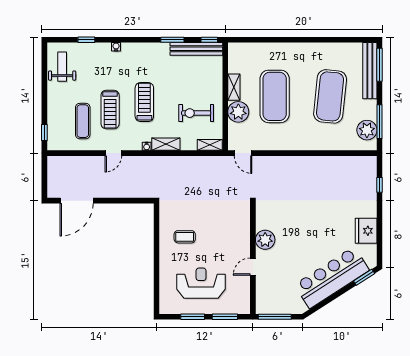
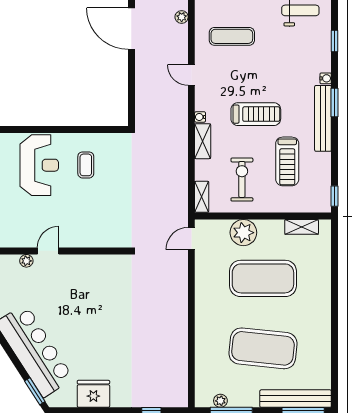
window: (172, 40) -> (335, 103), moved
bench: (196, 49) -> (323, 118), moved
shelving: (234, 87) -> (302, 227), moved
treadmill: (110, 110) -> (287, 161), moved, turned -90
plant: (367, 130) -> (220, 401), width x0.53, depth x0.53
plant: (67, 161) -> (182, 17), added
plant: (265, 240) -> (26, 261), moved, width x0.53, depth x0.53
door: (253, 267) -> (48, 251), hinge flipped
reception desk: (201, 283) -> (39, 165), moved

